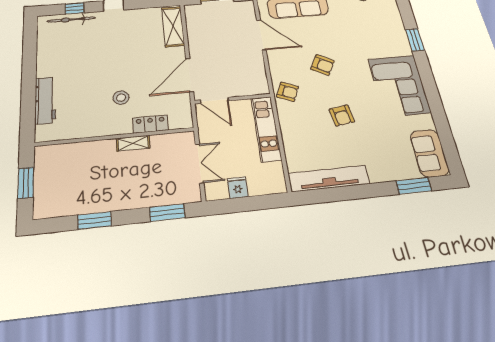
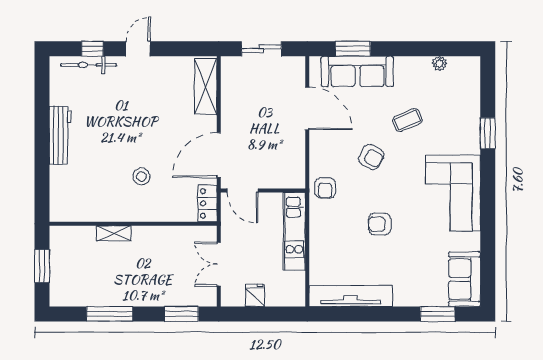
coffee table: (346, 36) -> (407, 120), added
armchair: (288, 92) -> (325, 188), turned 66
workbench: (45, 100) -> (60, 135), moved
armchair: (342, 115) -> (380, 224), turned 99
locker: (150, 124) -> (208, 203), moved, turned -90
shelving: (133, 143) -> (114, 233), moved
double door: (199, 163) -> (219, 264), swing flipped
window: (95, 220) -> (110, 314), width x1.44

